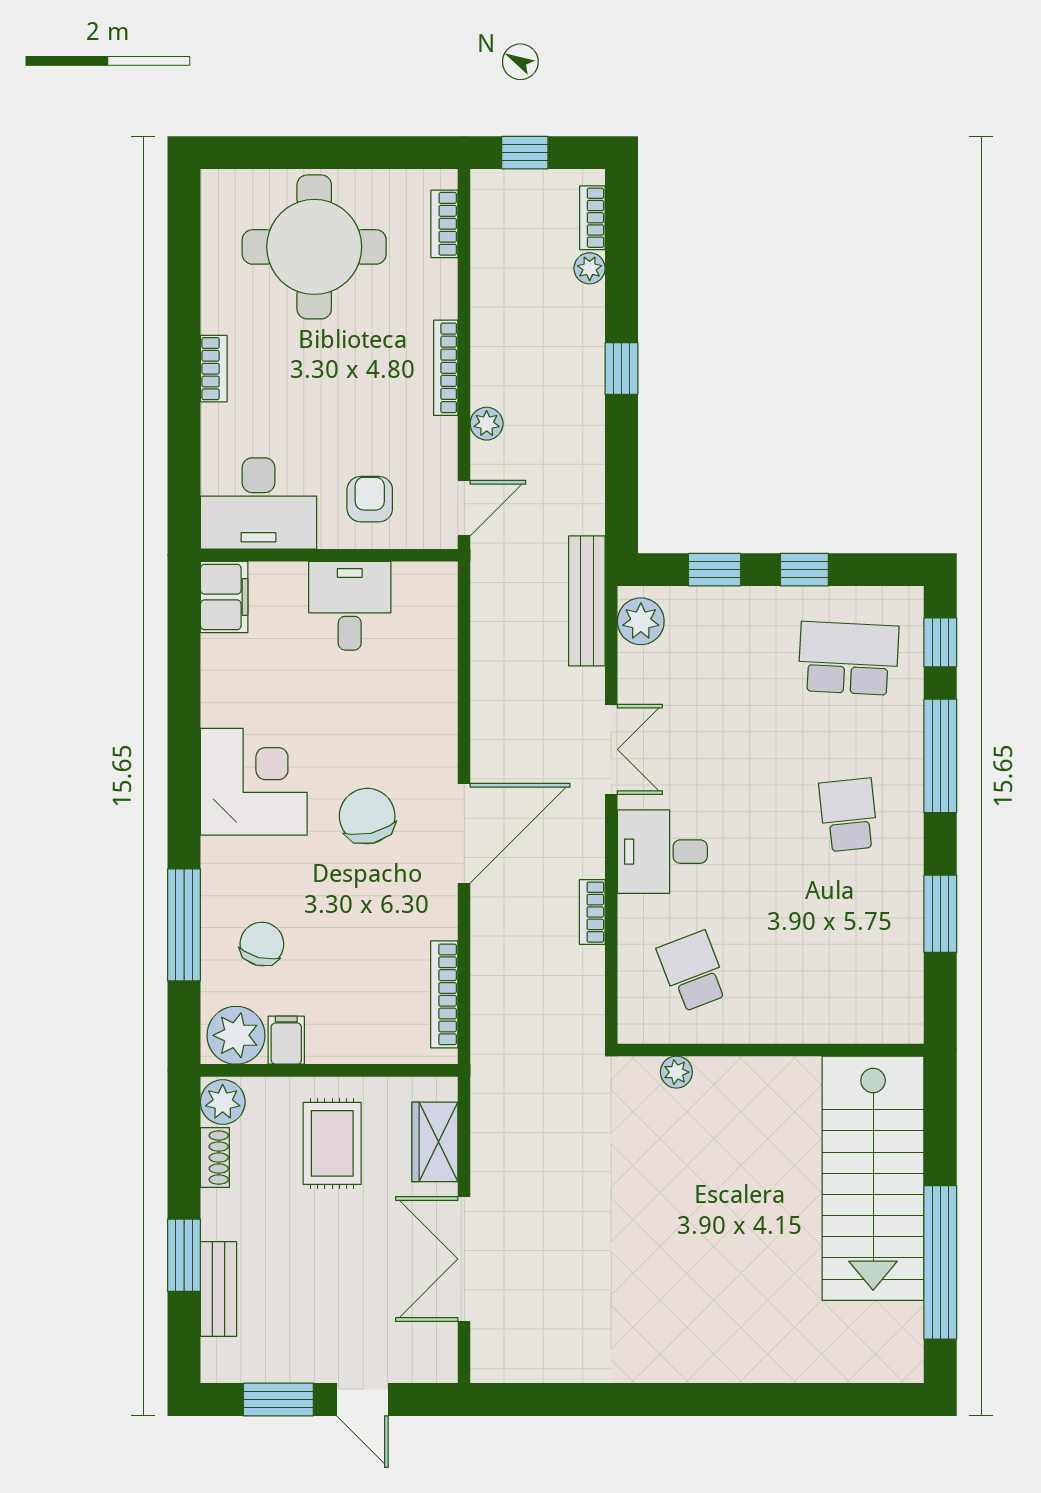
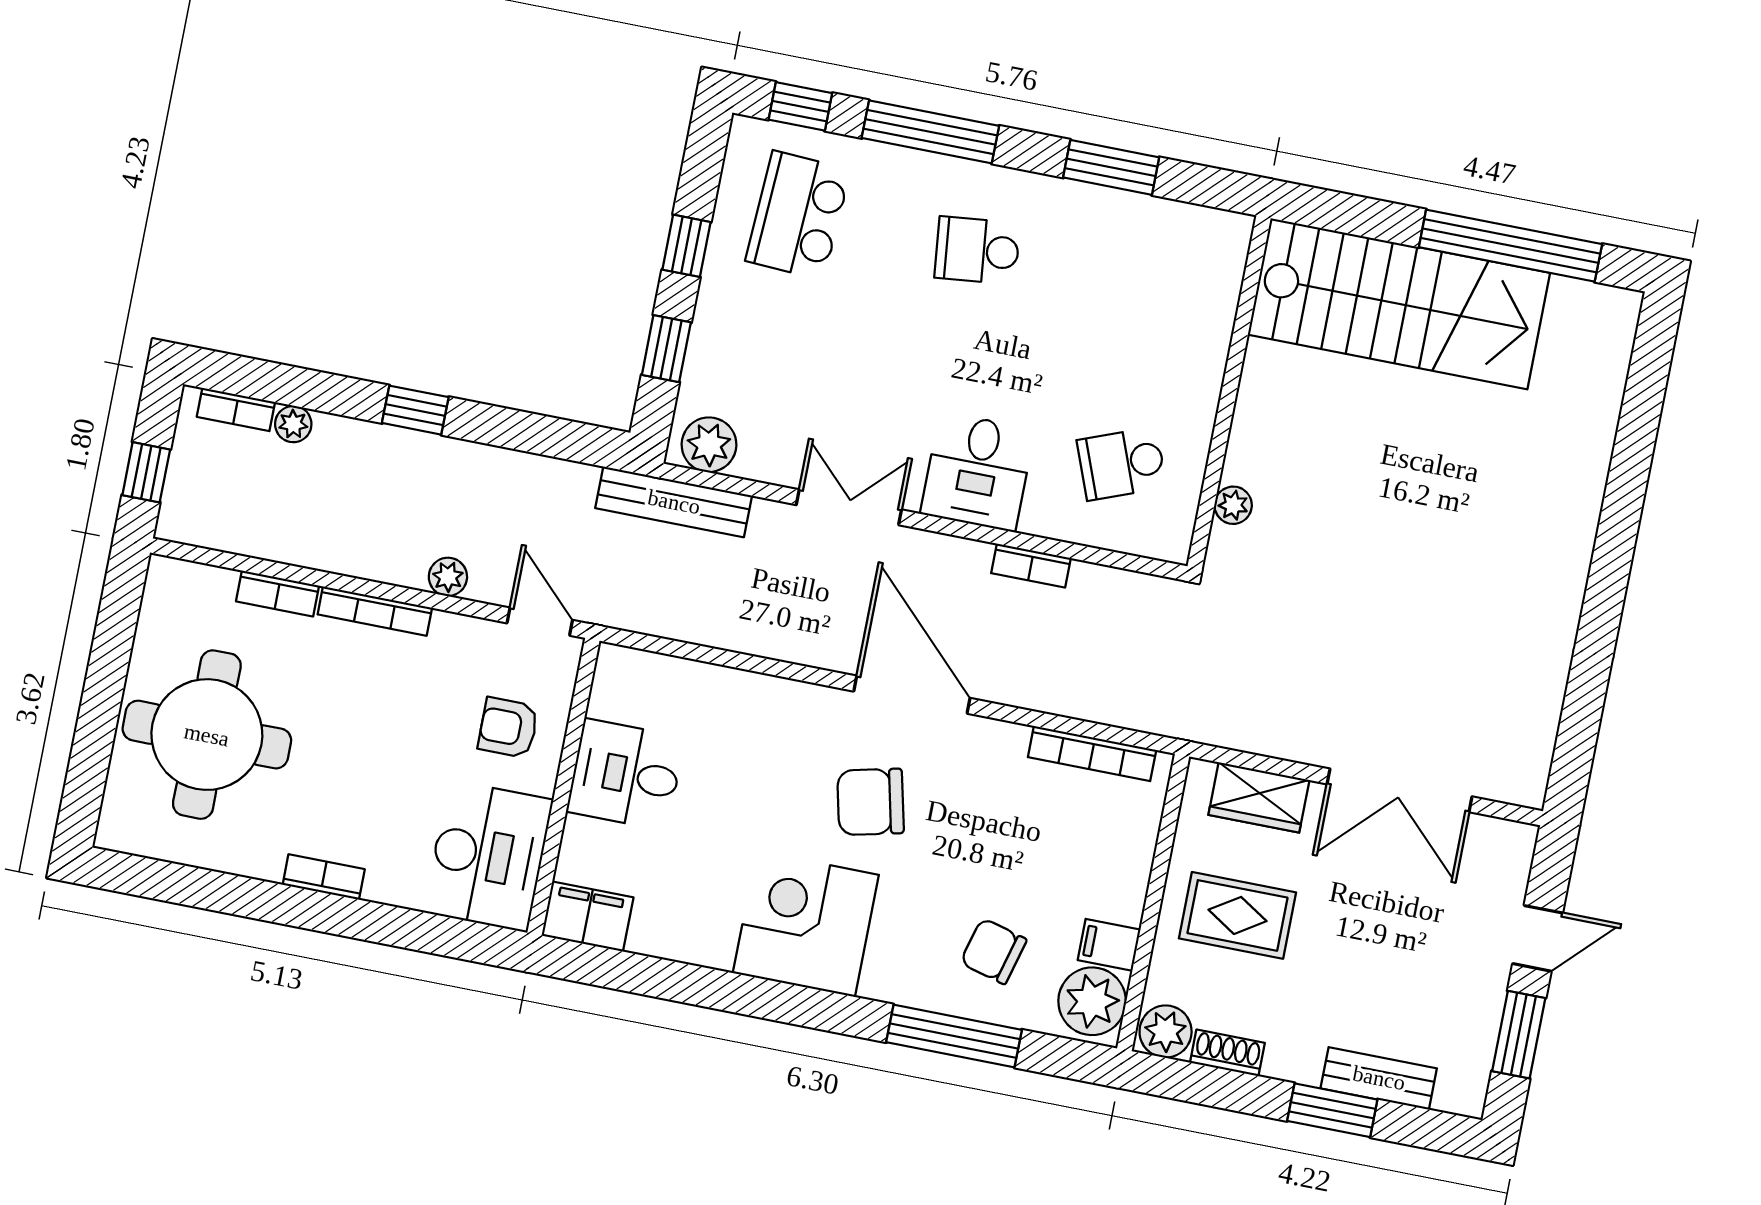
bookcase: (444, 224) -> (278, 594), moved

